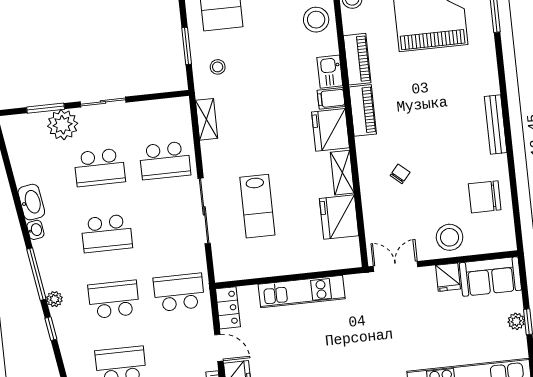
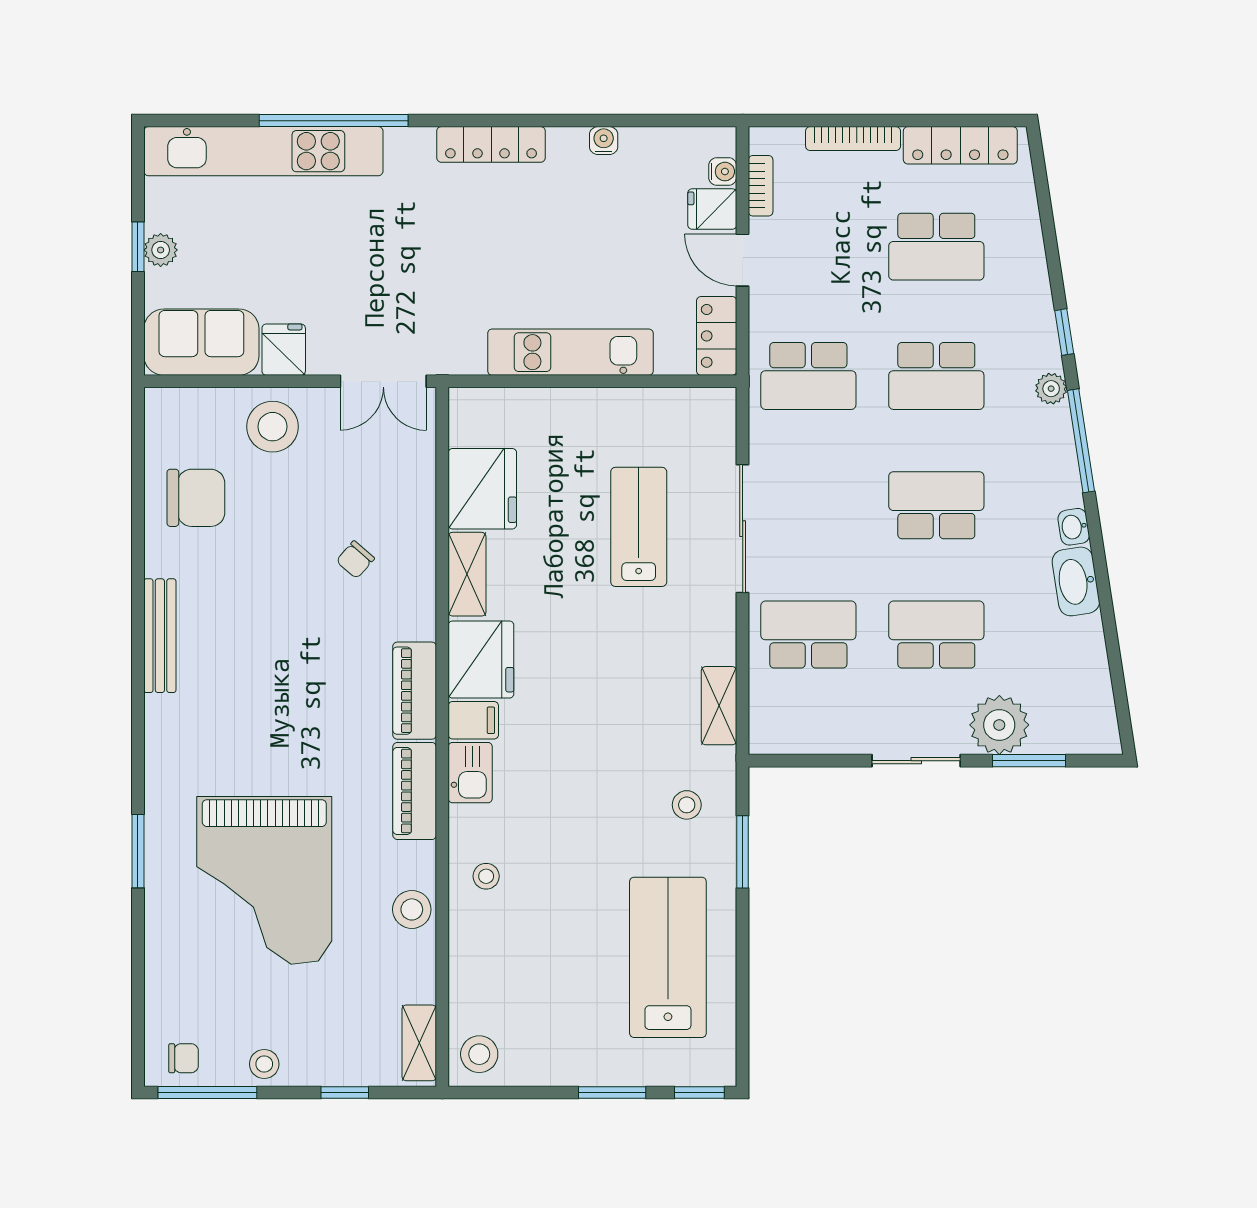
stool: (316, 20) -> (486, 876), width x0.53, depth x0.53

